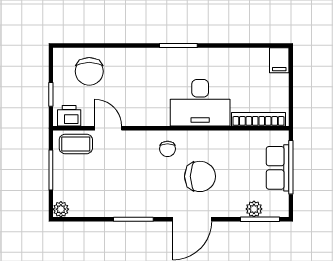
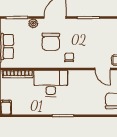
chair: (200, 176) -> (51, 42), turned -90
plant: (254, 209) -> (33, 23), moved

